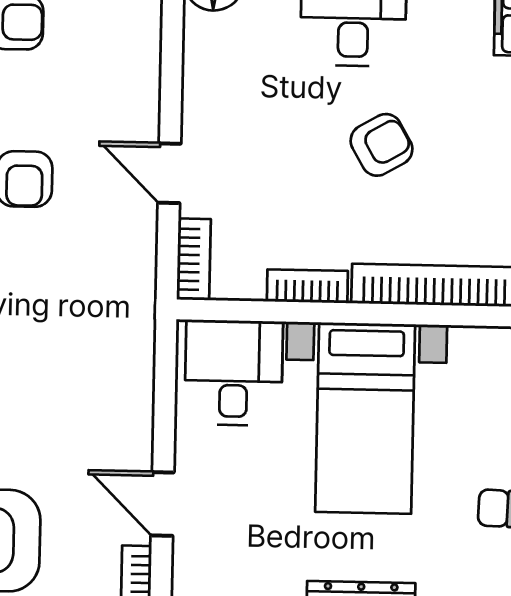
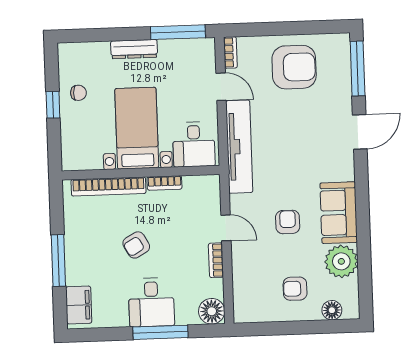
bookcase: (194, 259) -> (216, 260), moved
tv unit: (128, 362) -> (239, 147), added

